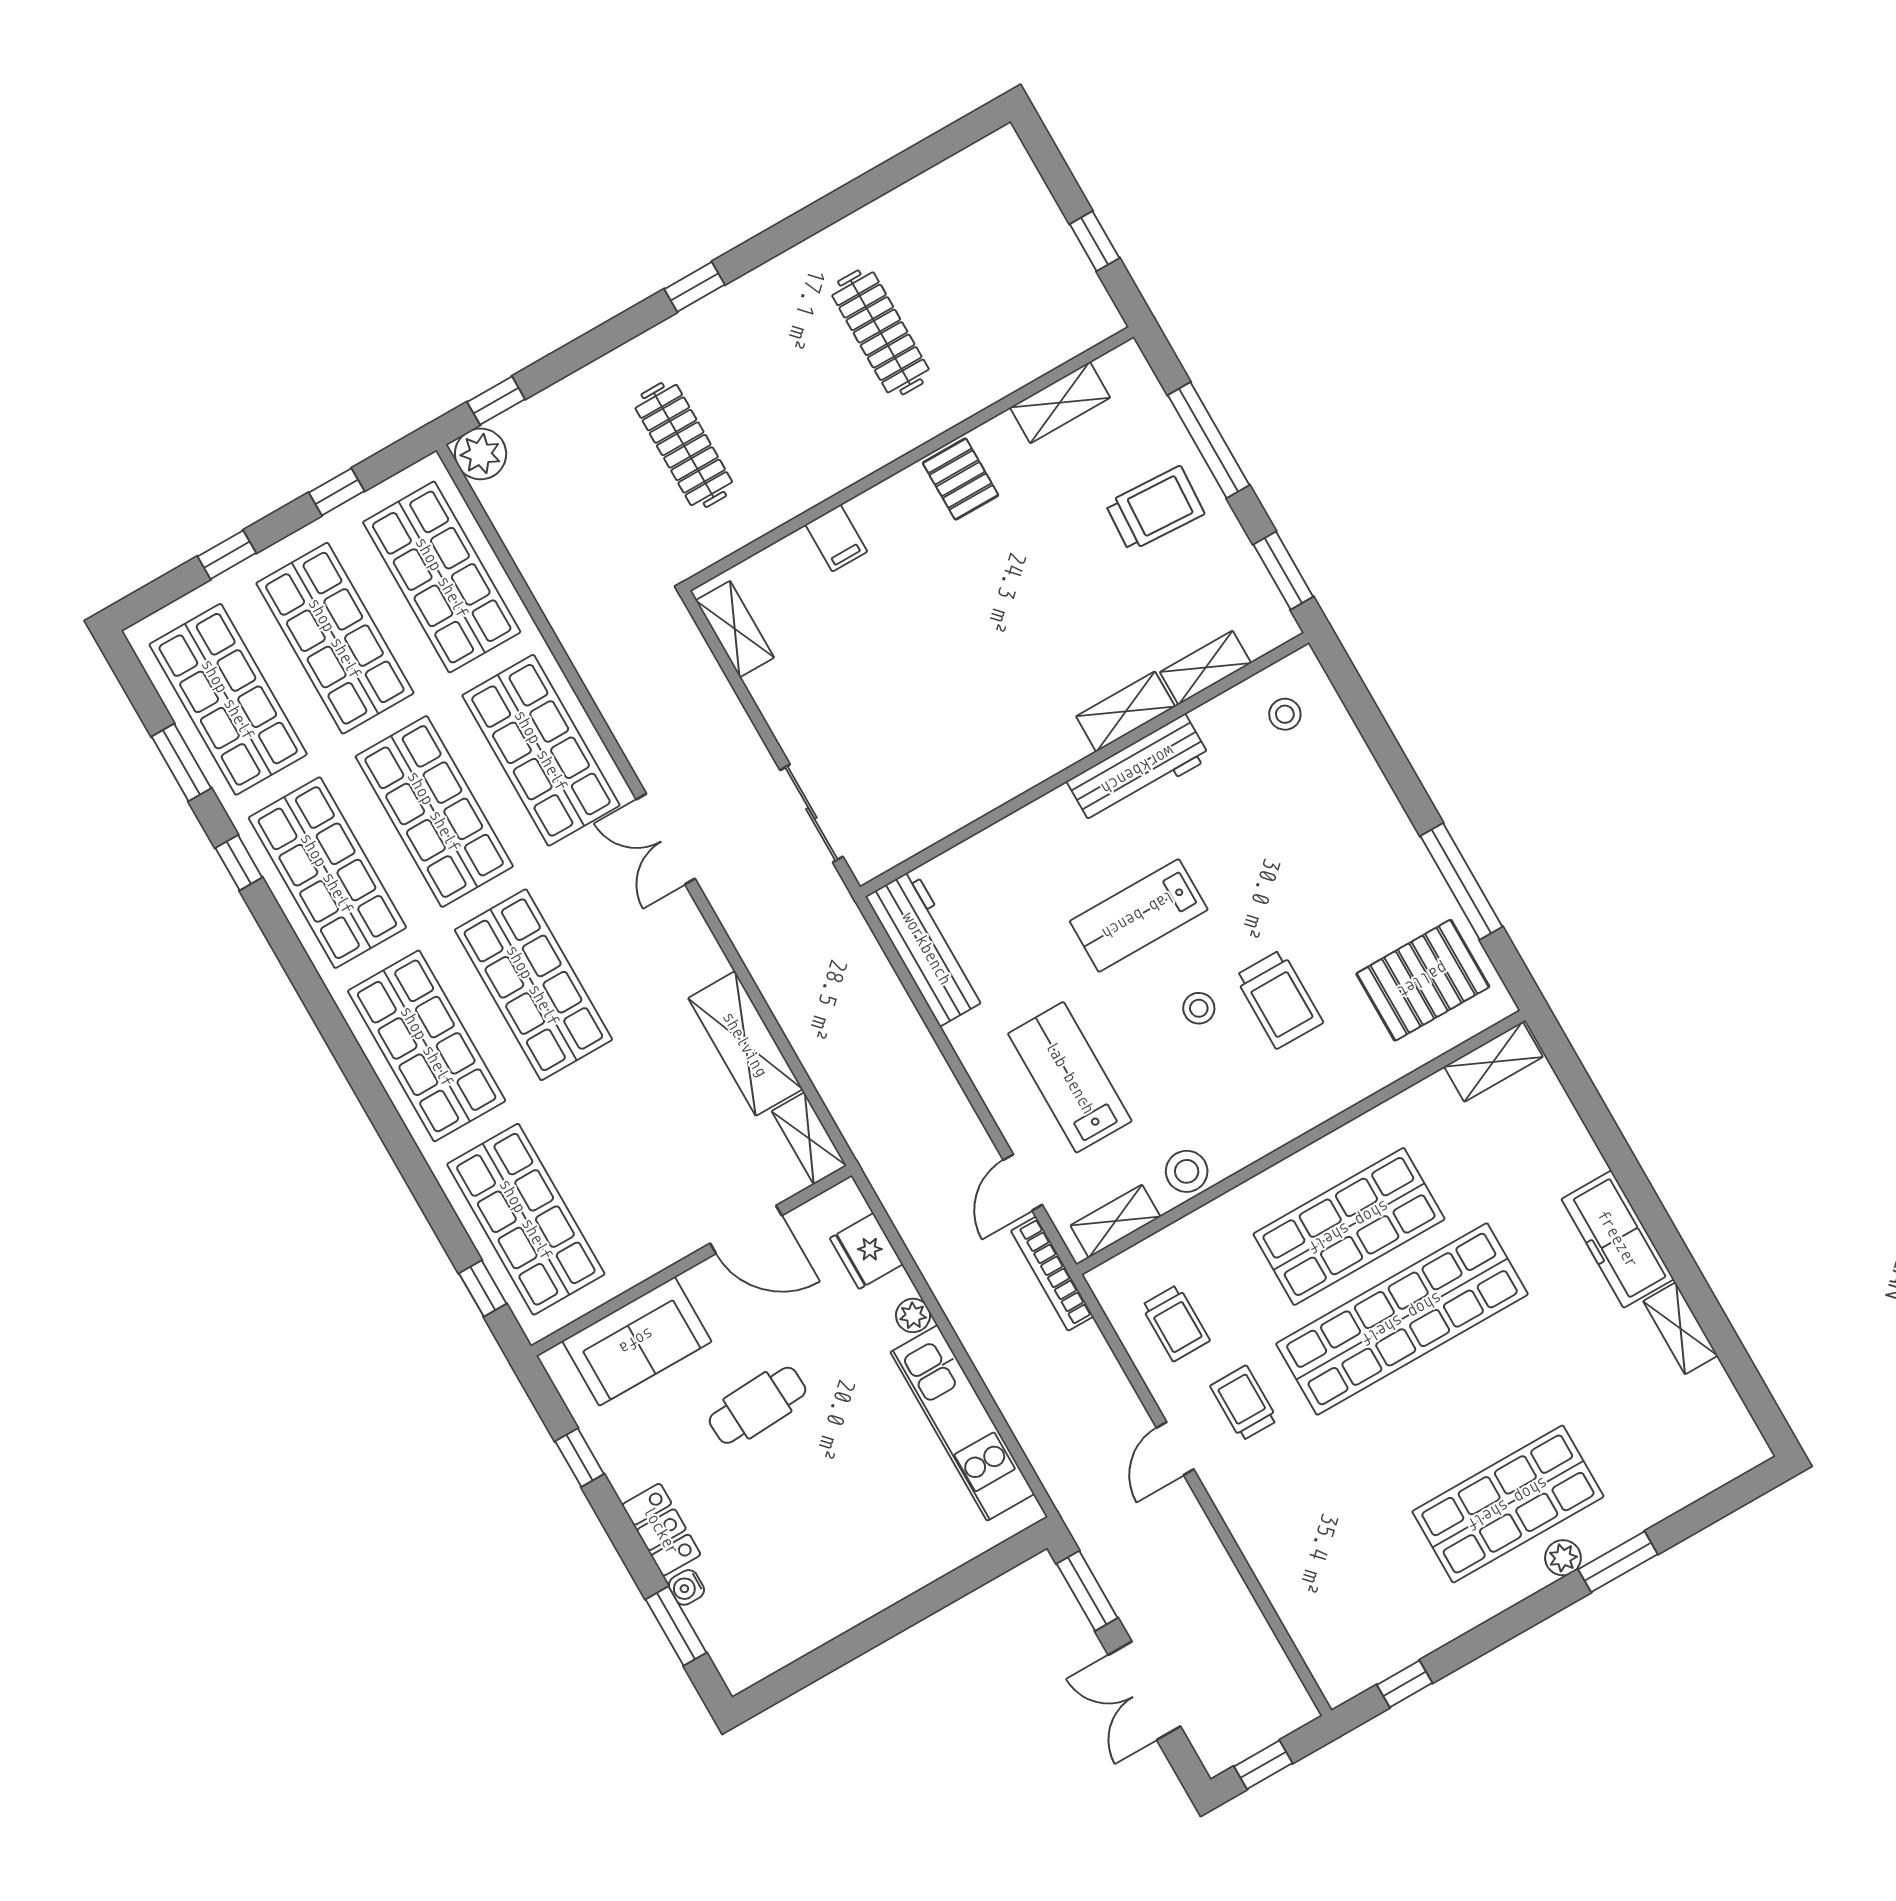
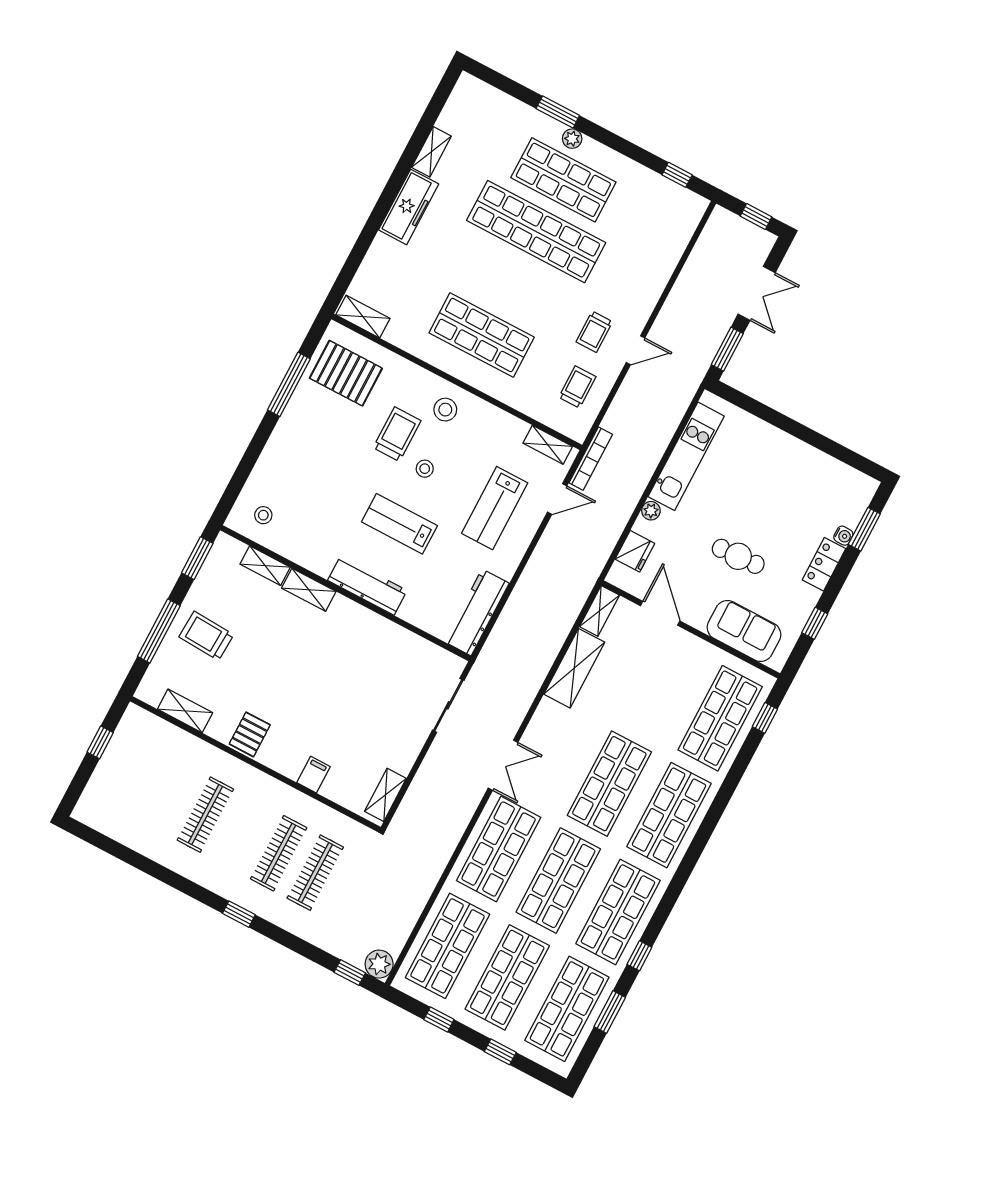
clothes rail: (749, 407) -> (279, 853), added
workbench: (1138, 770) -> (367, 585), moved
lab bench: (1139, 915) -> (399, 524), turned 180
stool: (1187, 1171) -> (445, 410), moved
shop shelf: (1402, 1319) -> (536, 232), moved

